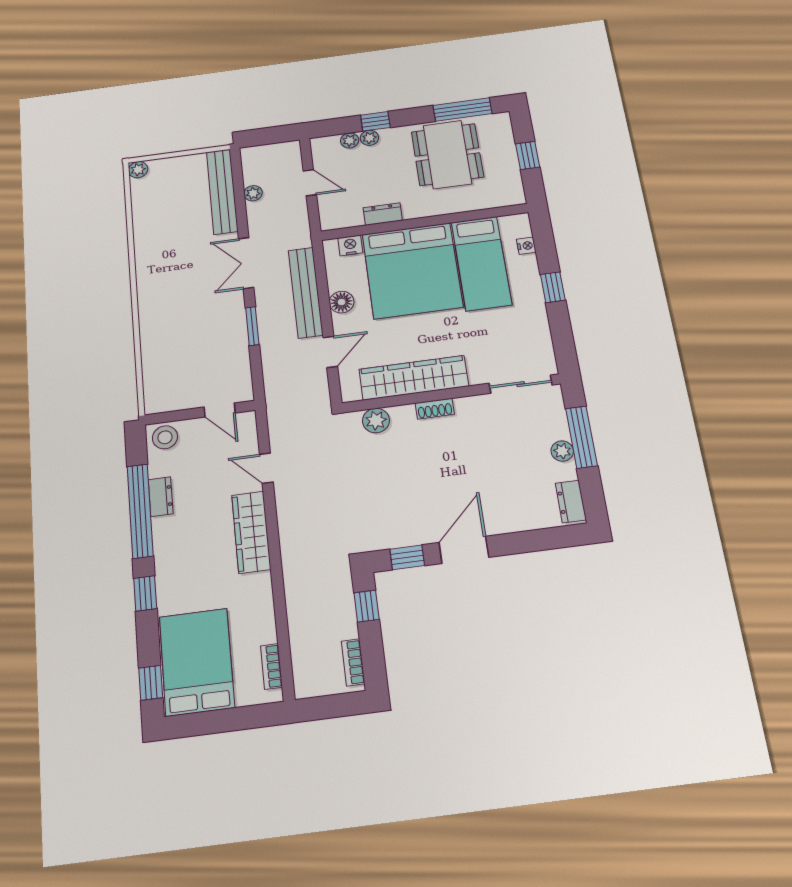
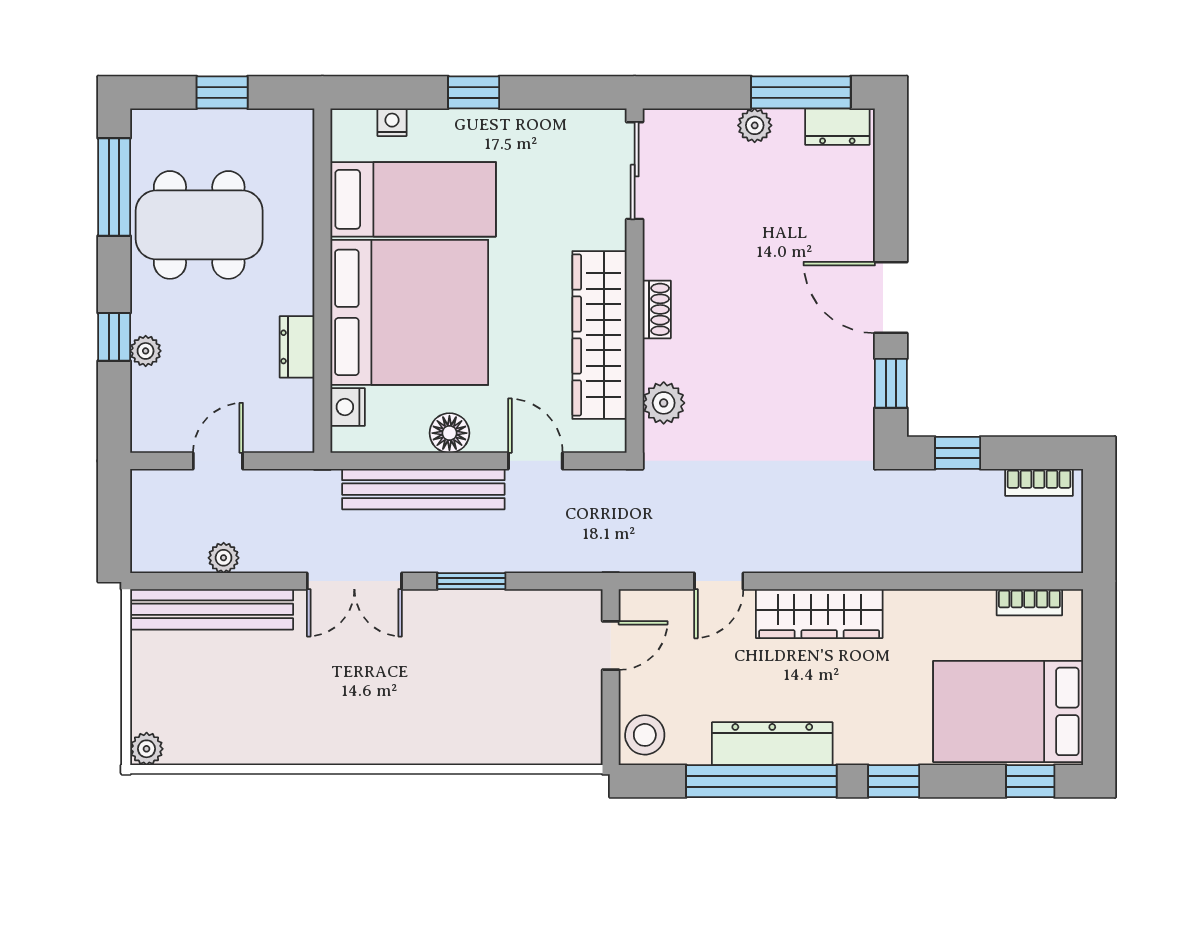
plant: (350, 140) -> (145, 385), removed
window: (581, 437) -> (801, 92), moved
dresser: (161, 497) -> (772, 744), width x1.96, depth x1.24

